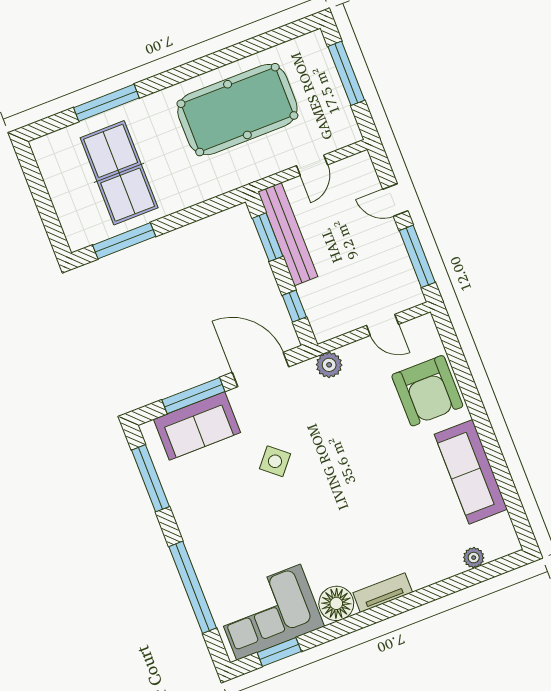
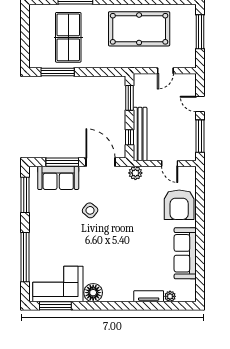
bench: (288, 234) -> (140, 134), moved
tv unit: (383, 593) -> (149, 296), moved
window: (279, 652) -> (55, 306), width x1.44

